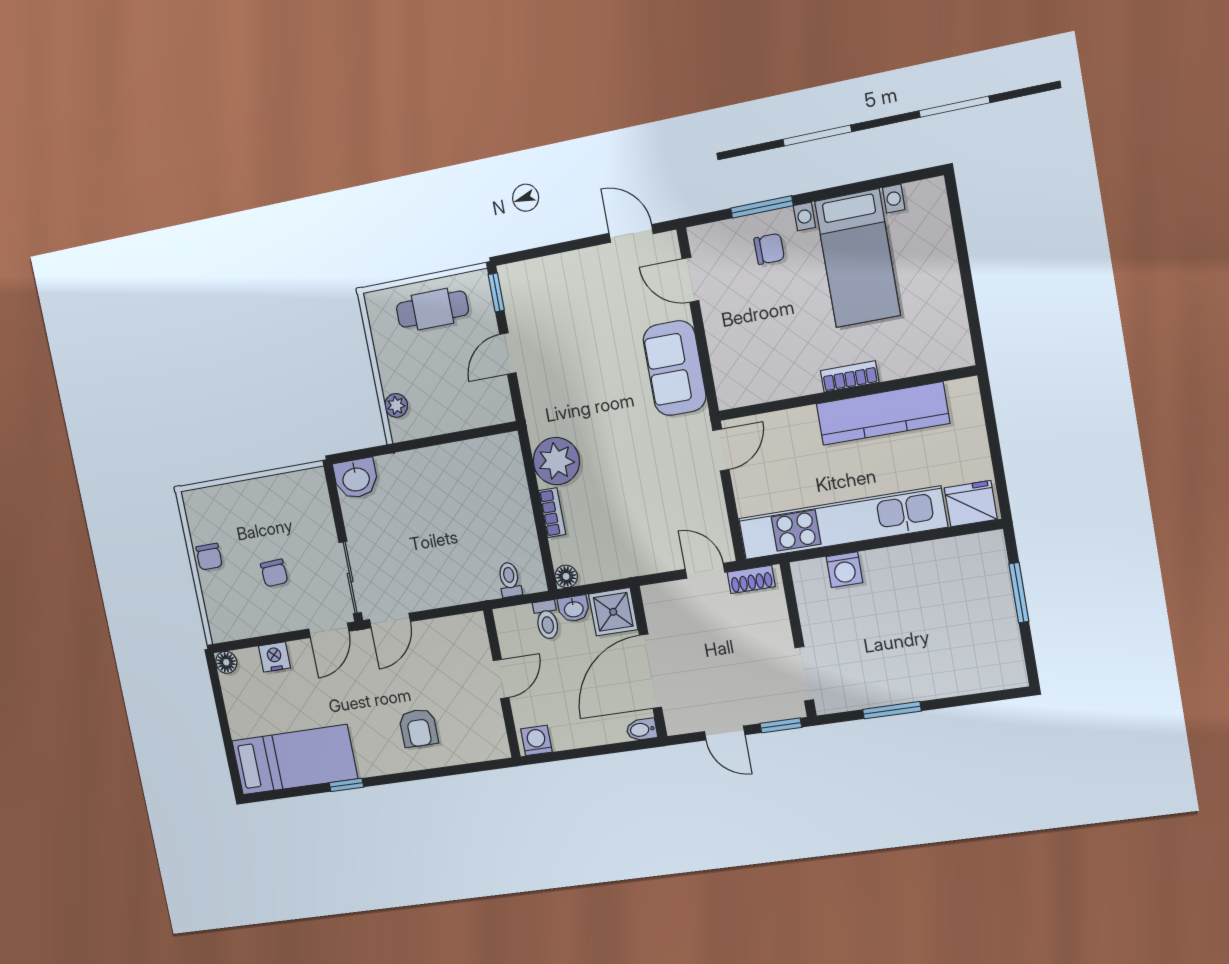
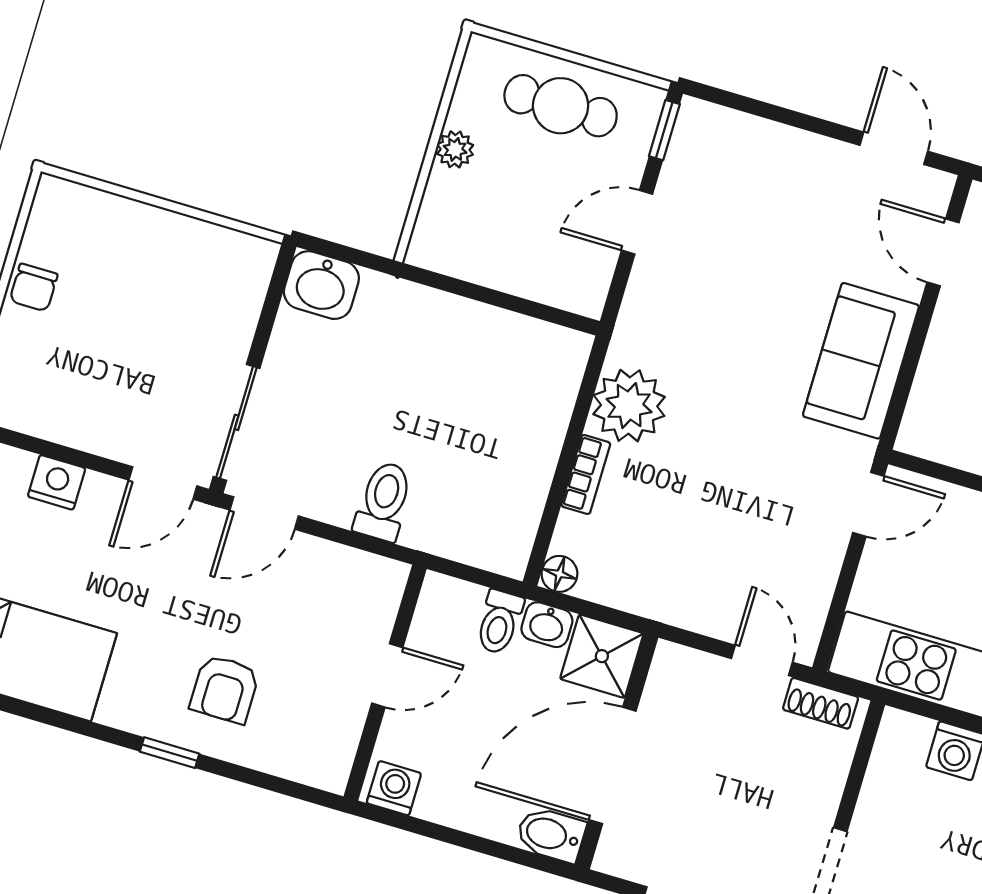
plant: (396, 405) -> (455, 149), moved
chair: (274, 573) -> (123, 360), removed
toilet: (510, 580) -> (384, 501), moved, width x1.37, depth x1.39
bidet: (642, 730) -> (551, 835), width x1.38, depth x1.36
window: (346, 785) -> (170, 753), moved

